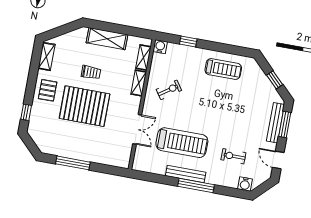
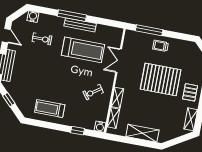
trolley: (91, 72) -> (160, 46), moved
treadmill: (182, 143) -> (83, 50), turned 180
window: (73, 163) -> (149, 30), moved

